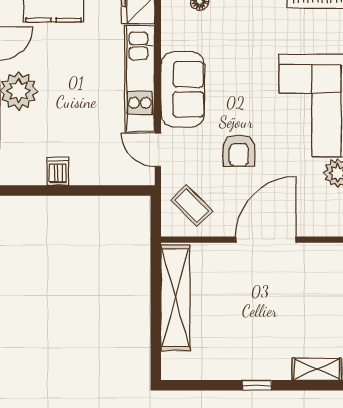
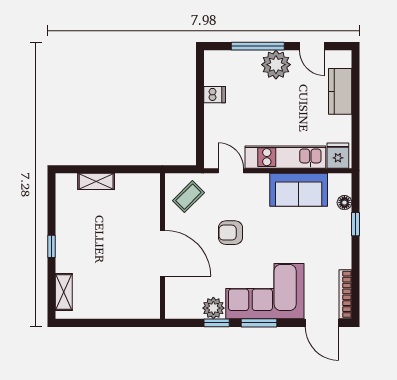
sofa: (183, 89) -> (299, 190), moved
door: (158, 150) -> (231, 171), hinge flipped
shelving: (175, 298) -> (96, 181), width x0.45, depth x0.75

